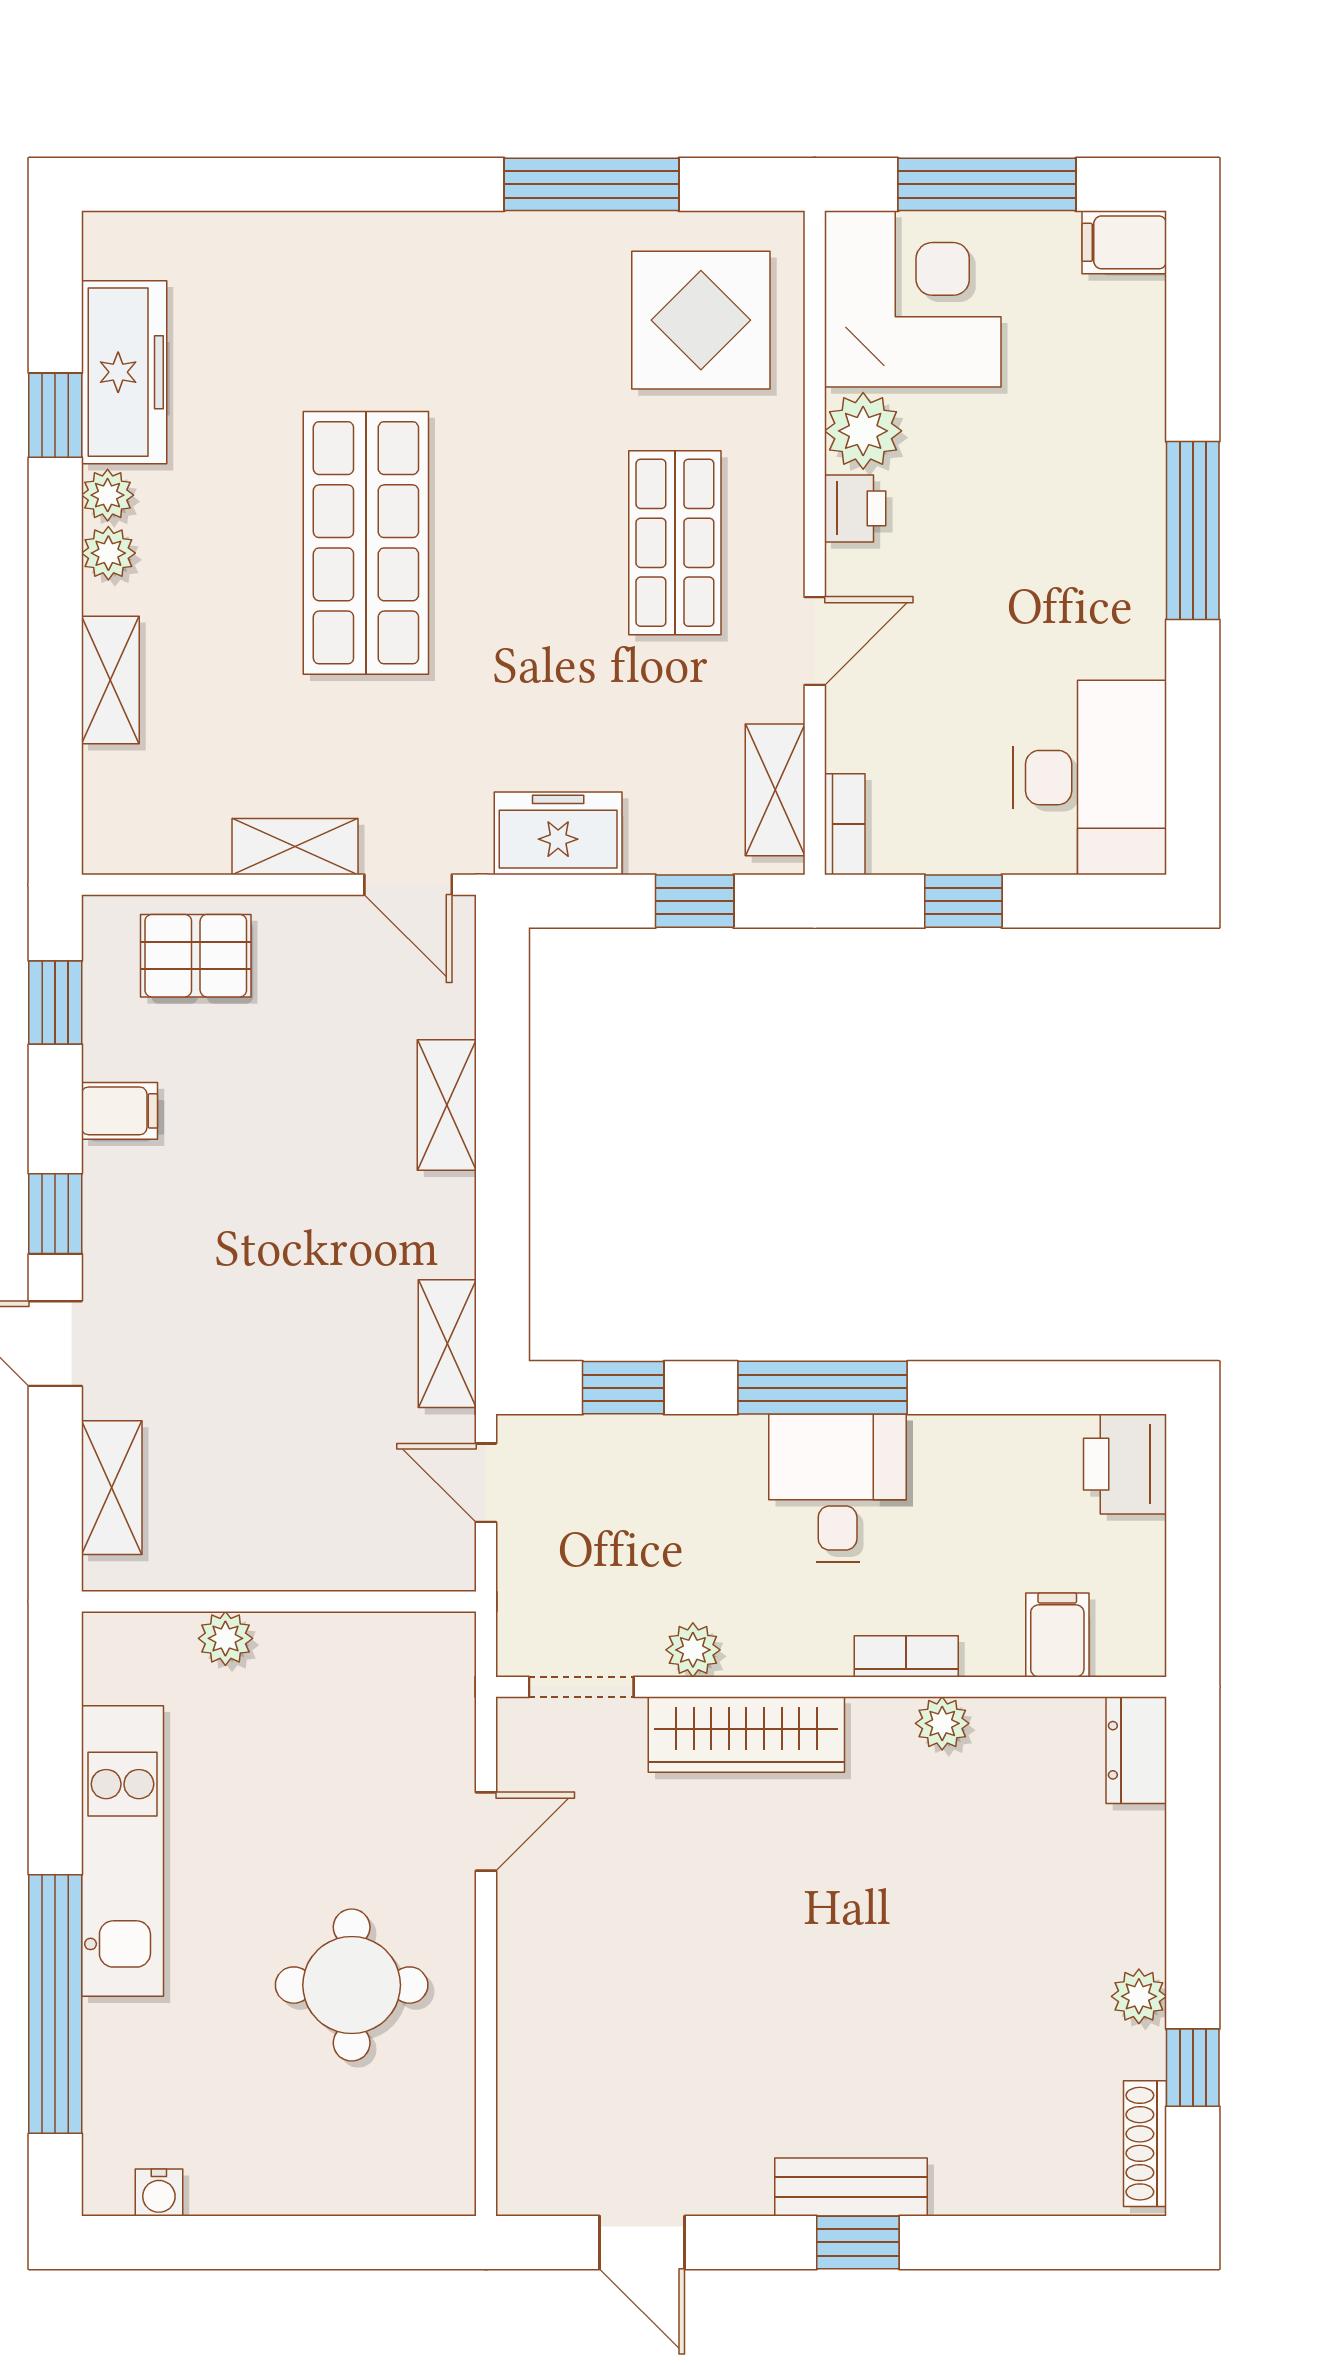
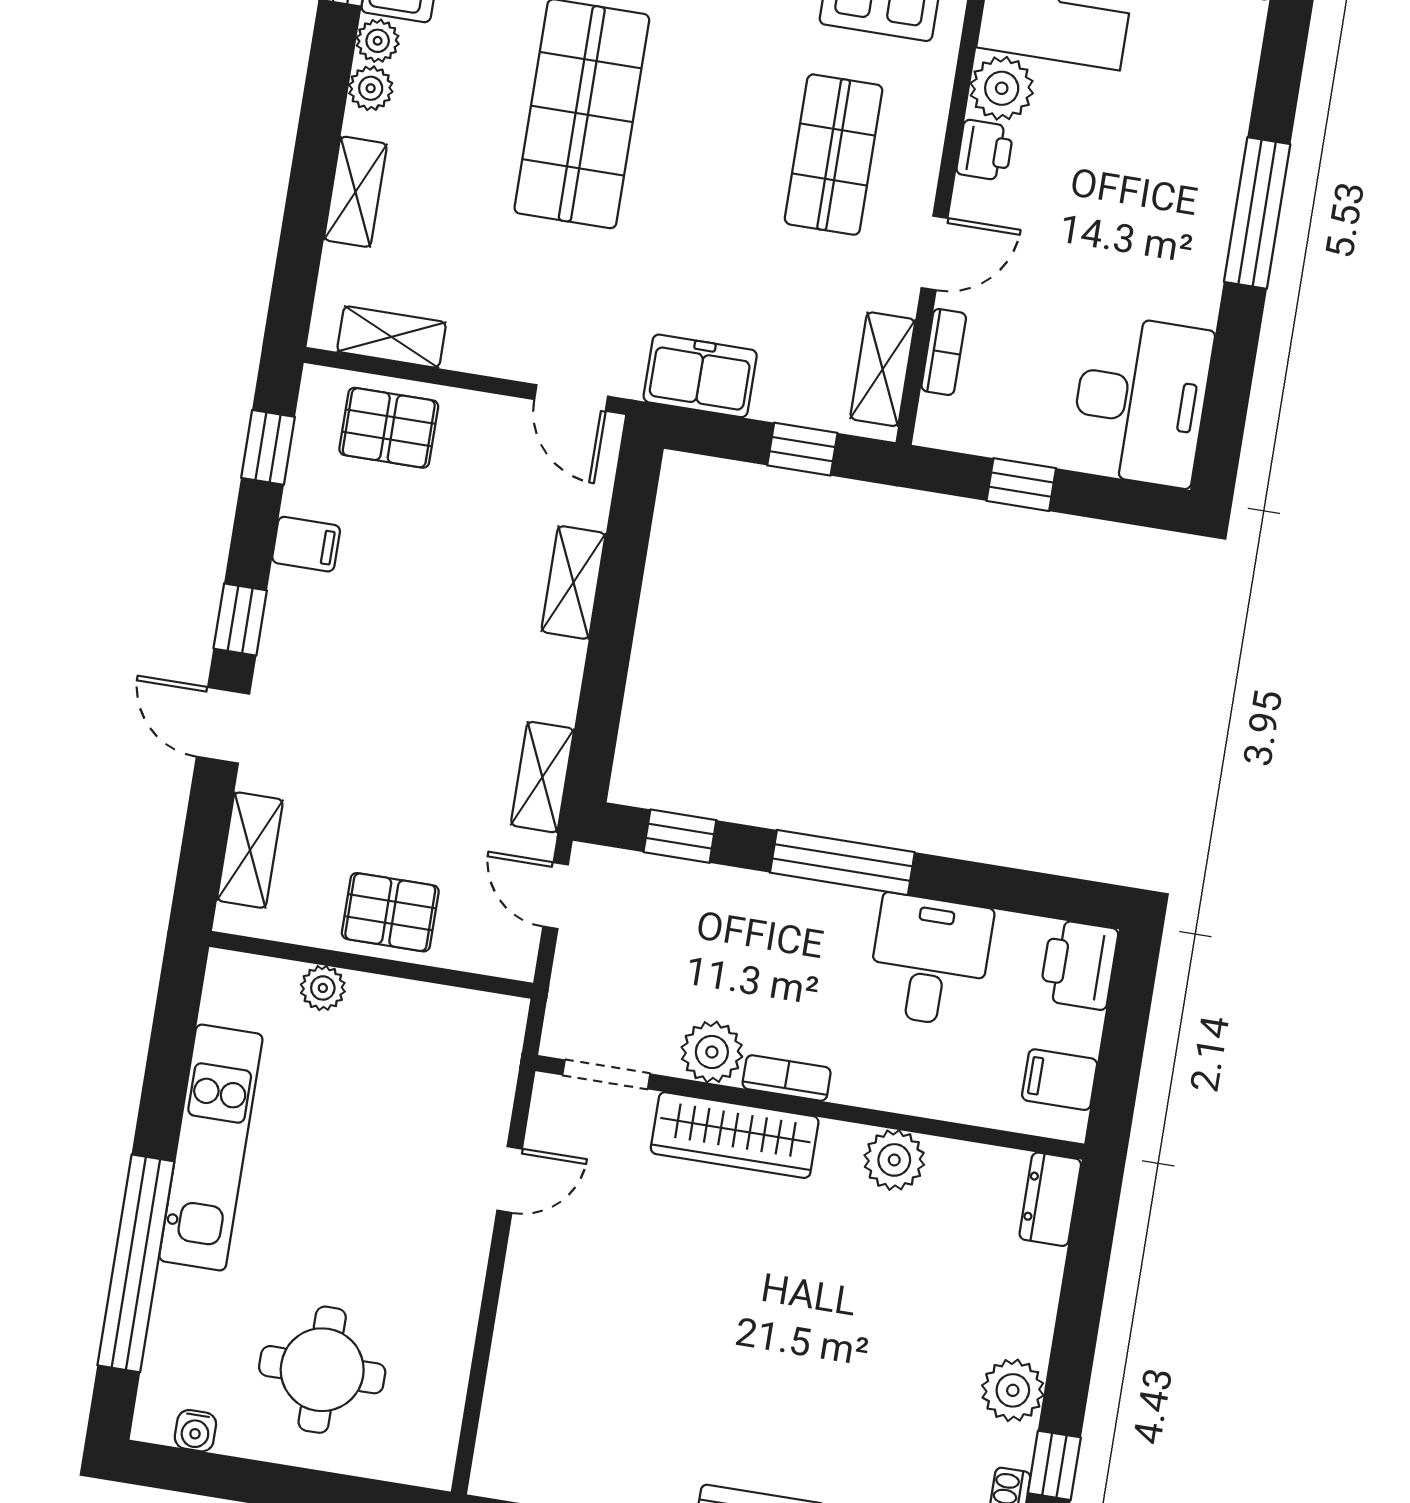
bookcase: (845, 824) -> (944, 352), moved
shelving: (295, 847) -> (392, 337), moved
desk: (838, 1488) -> (930, 960), moved
pallet: (291, 1535) -> (390, 912), added
filing cabinet: (1057, 1635) -> (1060, 1080), moved, turned -90
plant: (693, 1650) -> (712, 1052), width x1.38, depth x1.38
bookcase: (906, 1656) -> (787, 1078), moved
plant: (942, 1723) -> (894, 1160), width x1.38, depth x1.38
round table: (352, 1985) -> (322, 1370), moved
plant: (1139, 1996) -> (1013, 1390), width x1.38, depth x1.38

